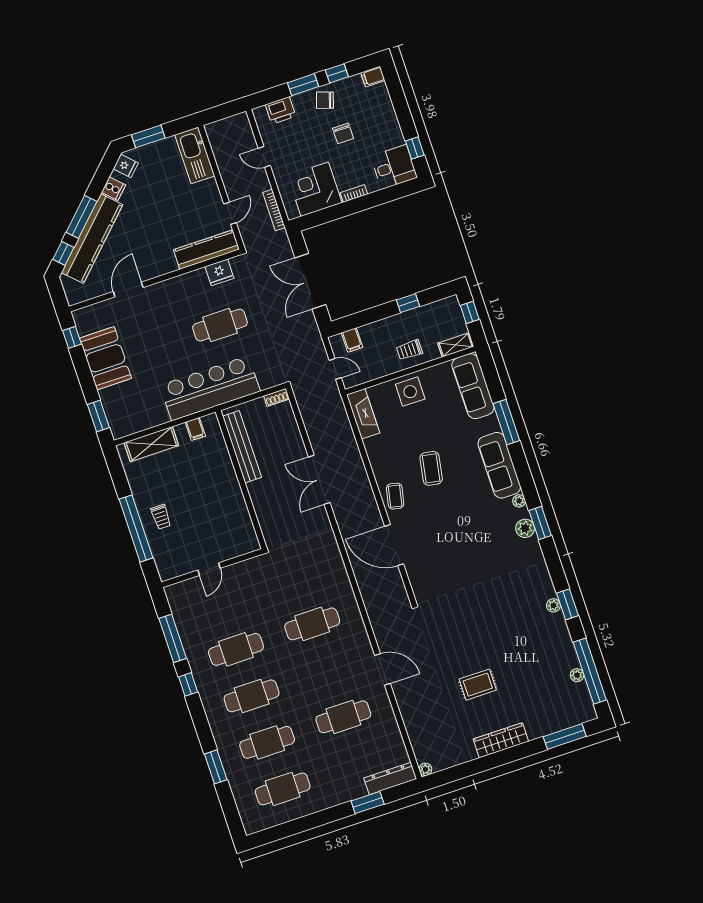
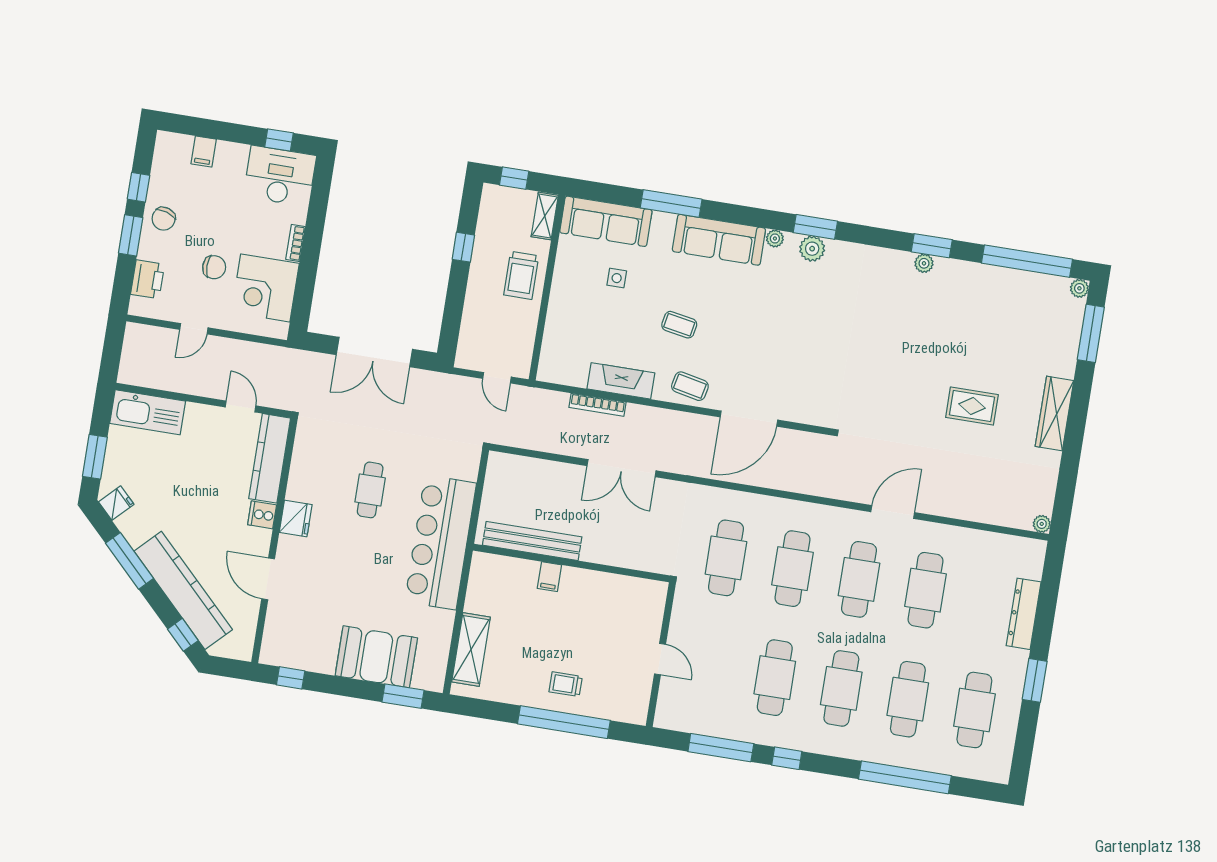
filing cabinet: (373, 77) -> (204, 152), moved
chair: (343, 133) -> (214, 267), moved
desk: (394, 167) -> (280, 176), width x1.37
cooker: (113, 189) -> (262, 515), moved, turned -135
bookcase: (274, 210) -> (598, 405), moved
window: (81, 217) -> (129, 561), moved
fridge: (219, 272) -> (296, 518), moved
cafe table: (220, 325) -> (370, 490), width x0.73, depth x0.74
filing cabinet: (352, 340) -> (473, 339), removed
trolley: (409, 350) -> (521, 275), width x1.36, depth x1.39
booth: (105, 358) -> (376, 657), moved
door: (335, 369) -> (497, 378), swing flipped
side table: (410, 392) -> (617, 278), moved, width x0.54, depth x0.54
shoe rack: (277, 397) -> (494, 467), removed
fireplace: (363, 414) -> (621, 381), moved
filing cabinet: (195, 429) -> (549, 577), moved, turned 90
coffee table: (431, 468) -> (679, 325), width x0.73, depth x0.77
trolley: (161, 517) -> (566, 684), turned 180
cafe table: (297, 577) -> (726, 558), added
cafe table: (328, 670) -> (859, 579), added
plant: (577, 675) -> (1079, 288), moved
rug: (478, 685) -> (972, 406), turned 90
window: (216, 767) -> (905, 777), width x2.11
dresser: (390, 778) -> (1024, 614), moved
window: (368, 803) -> (1035, 680), moved

